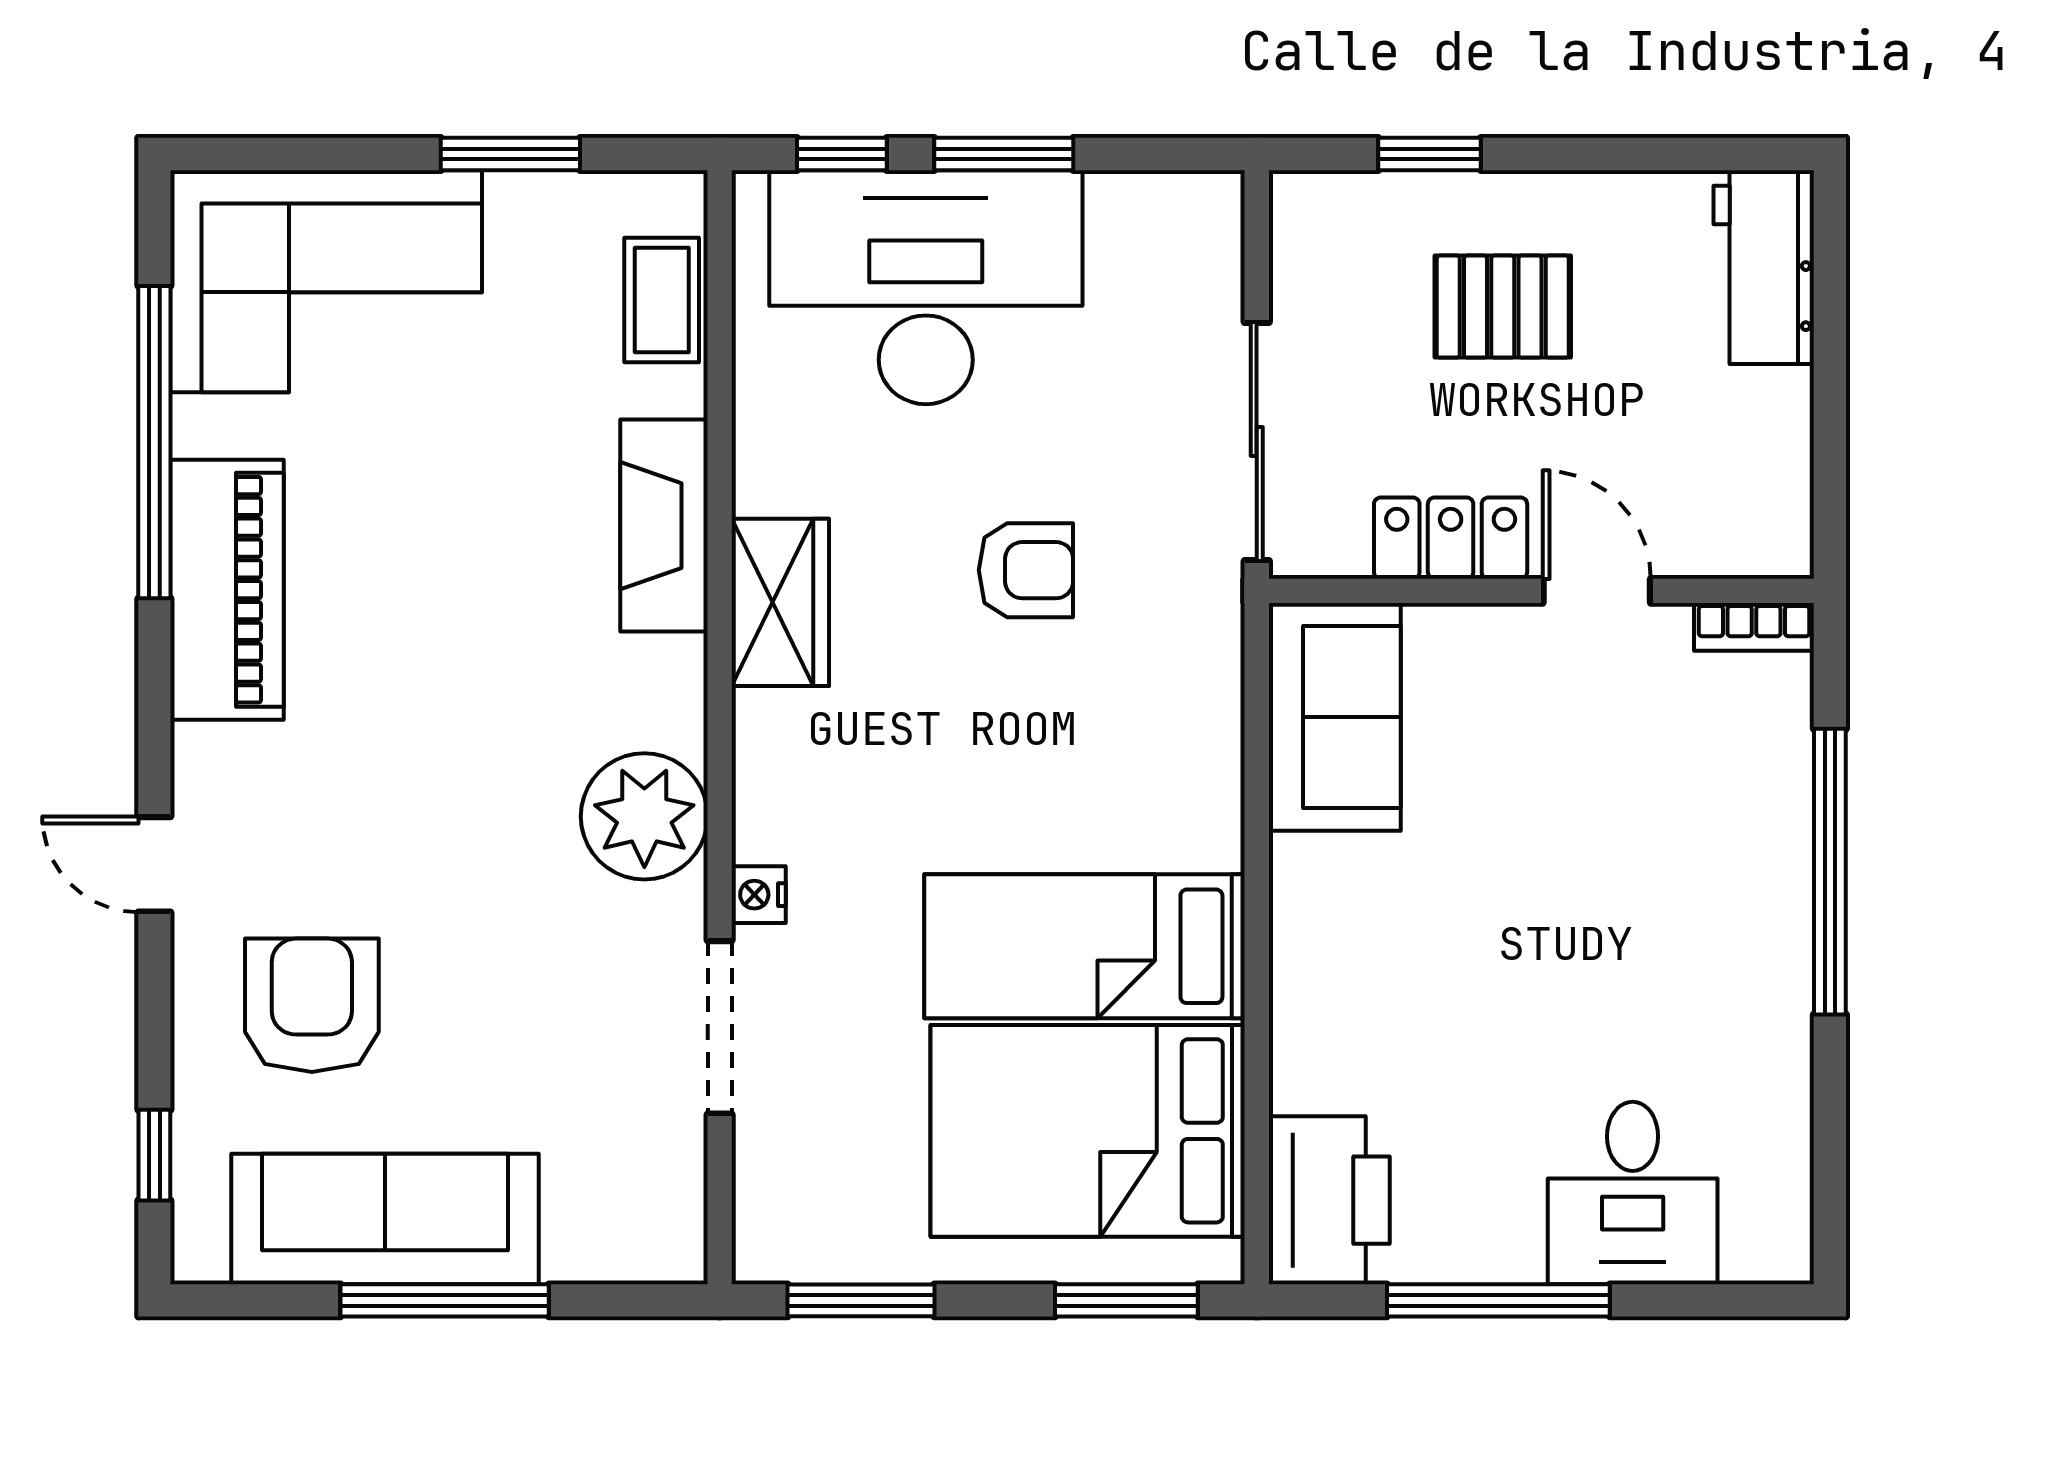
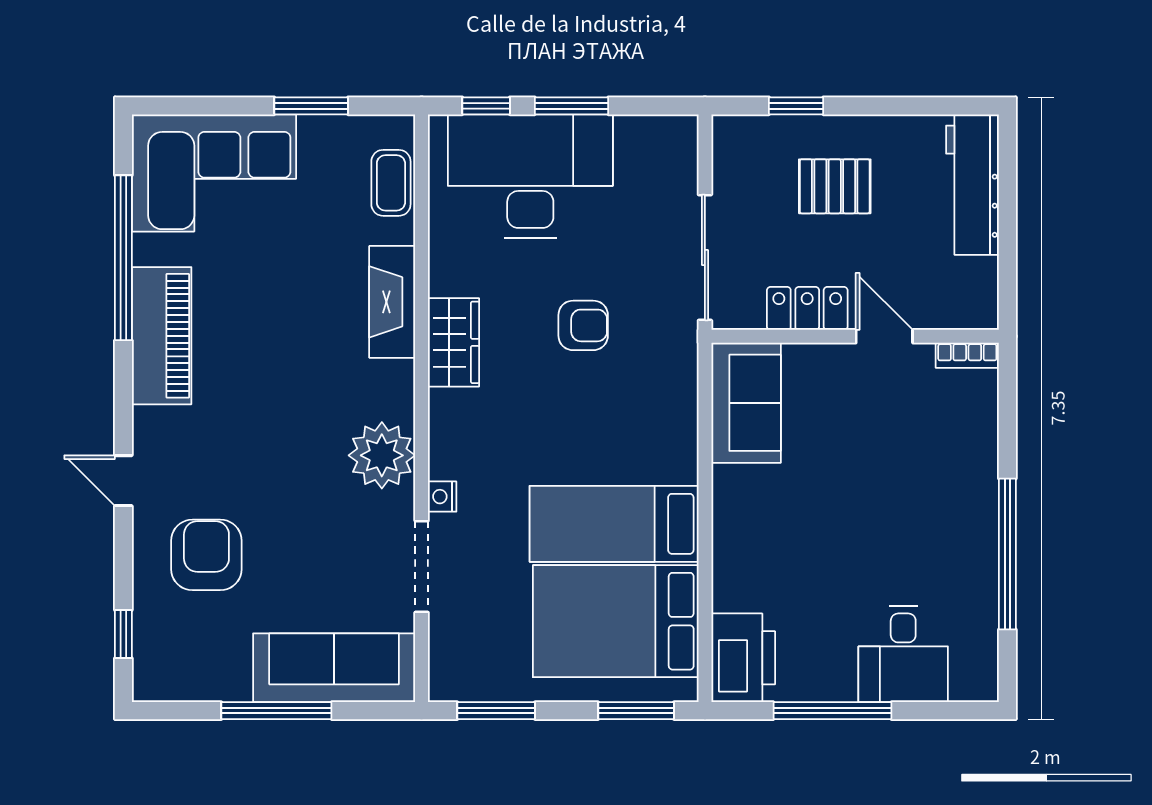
workbench: (1764, 267) -> (972, 185), width x1.38
window: (1830, 872) -> (1007, 554), moved
sofa: (385, 1219) -> (334, 668), moved

